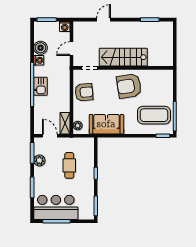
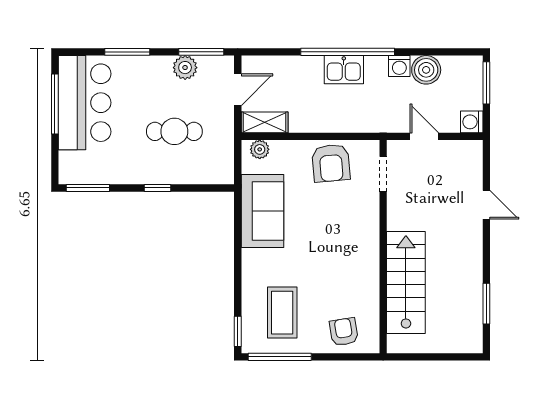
stairs: (123, 57) -> (406, 283), moved
armchair: (129, 86) -> (344, 332), moved, width x0.53, depth x0.53
coffee table: (154, 115) -> (282, 313), width x0.73, depth x0.76

